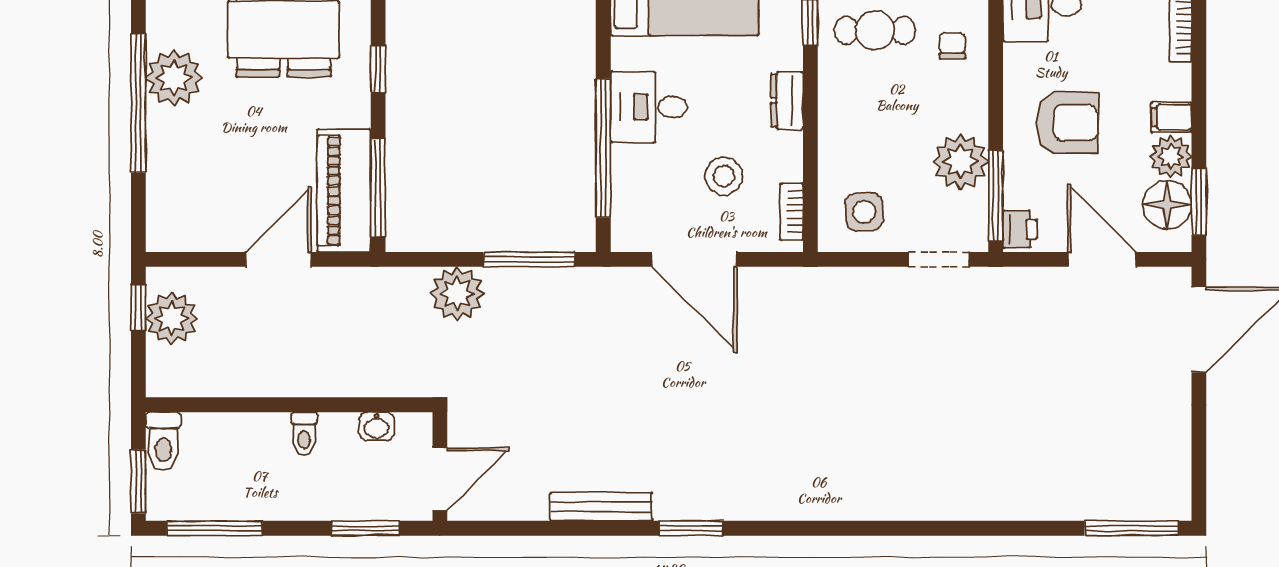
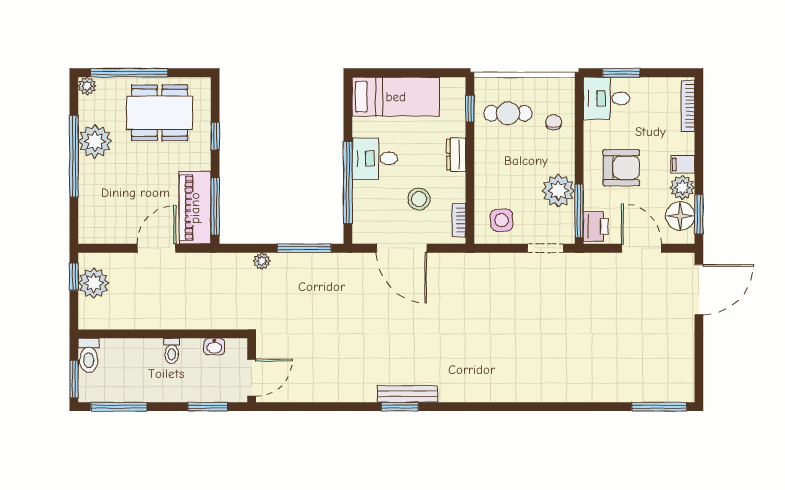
printer: (1020, 229) -> (596, 226), width x1.36, depth x1.24
plant: (457, 294) -> (262, 261), width x0.53, depth x0.53
bench: (601, 507) -> (407, 394), moved

